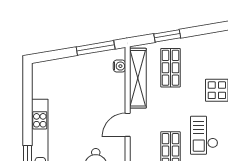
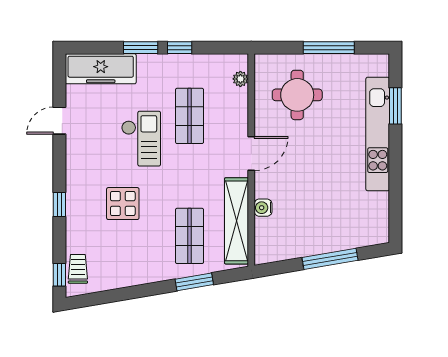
window: (96, 48) -> (330, 259), moved
water cooler: (119, 66) -> (263, 208), moved

